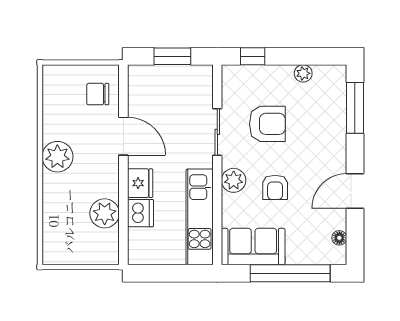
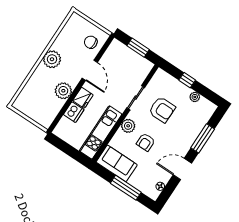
window: (253, 56) -> (187, 80), moved
window: (355, 108) -> (203, 138), moved
plant: (105, 213) -> (63, 91), moved
window: (290, 273) -> (126, 188), width x0.68

